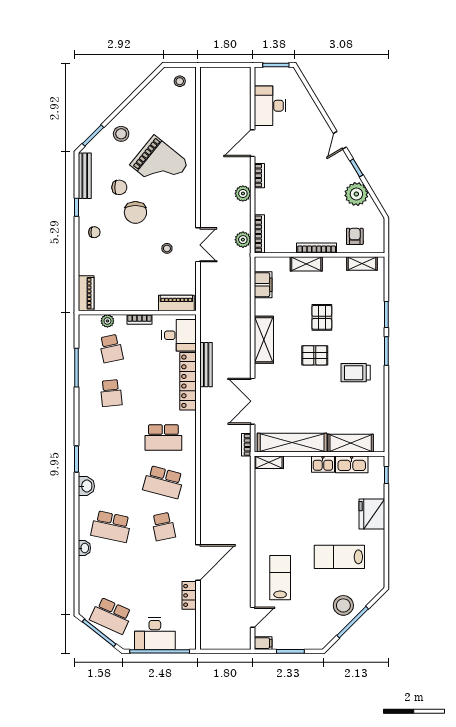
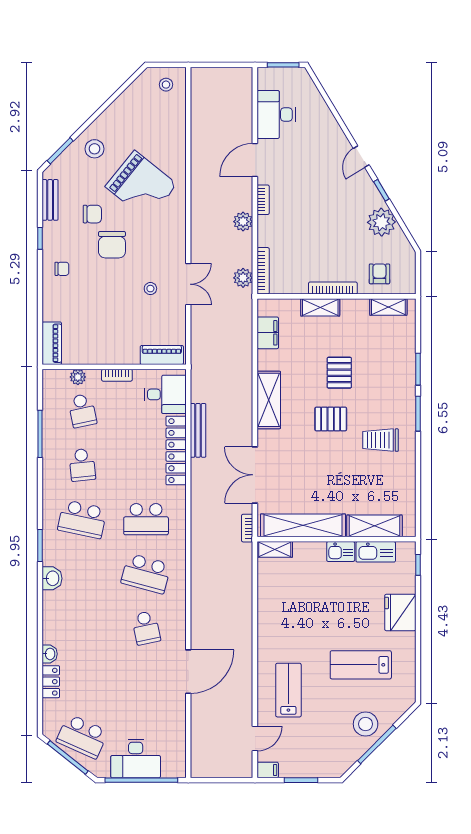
bench: (85, 176) -> (50, 200), width x0.73
school desk: (111, 527) -> (82, 519), moved
locker: (189, 595) -> (51, 682), moved, turned 180

